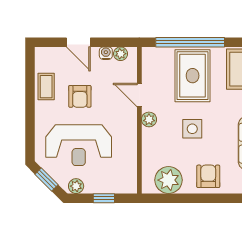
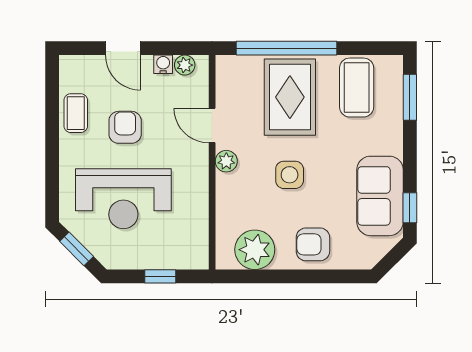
armchair: (80, 96) -> (125, 127), turned 180
armchair: (208, 176) -> (313, 244), turned -90
plant: (76, 186) -> (120, 259), removed

